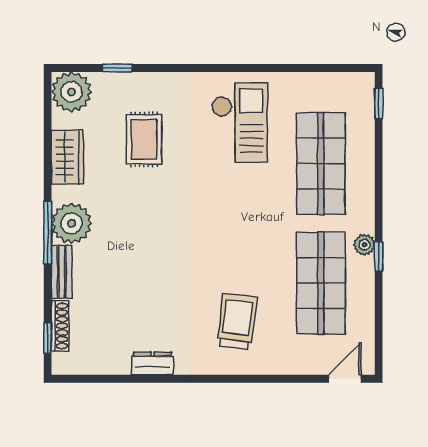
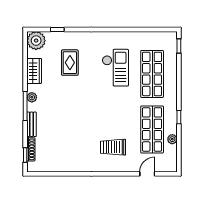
checkout: (240, 122) -> (115, 68), moved
plant: (72, 223) -> (32, 97), width x0.53, depth x0.53
plant: (364, 245) -> (172, 139), moved
trolley: (237, 321) -> (113, 147), turned -97
dresser: (153, 363) -> (74, 167), removed
door: (345, 379) -> (147, 174), moved

